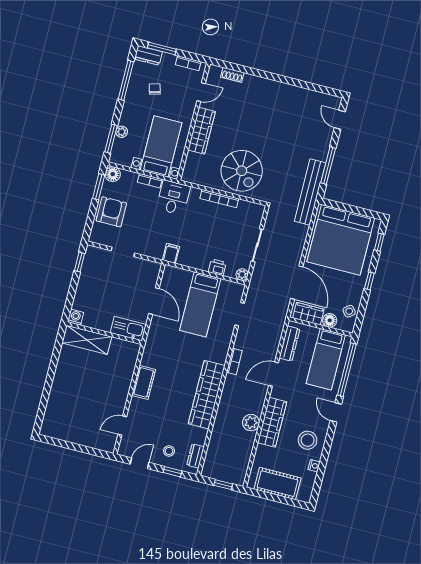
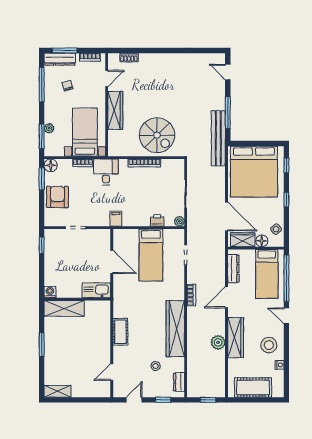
dresser: (148, 55) -> (60, 59), width x1.44
window: (51, 374) -> (42, 345), added
shelving: (55, 432) -> (58, 391), added
stool: (169, 451) -> (156, 366), moved

